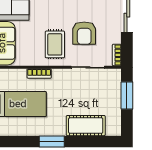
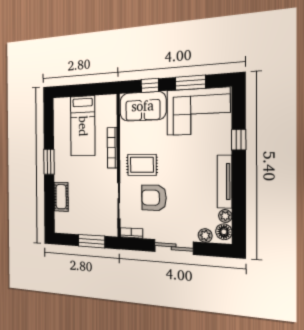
bookcase: (39, 74) -> (112, 148), width x1.56
cot: (86, 126) -> (61, 197), width x0.73, depth x0.75

